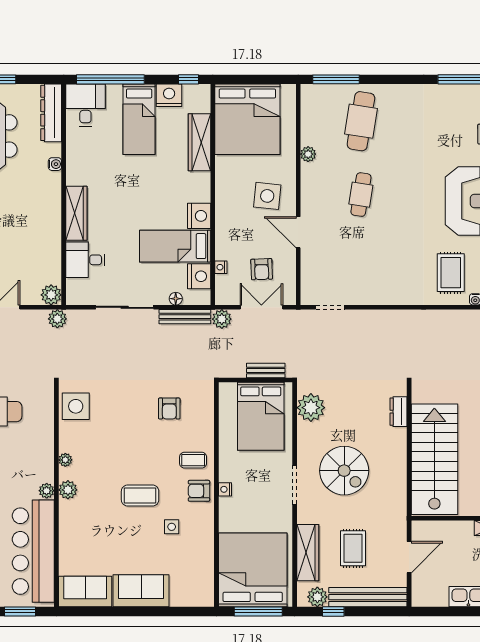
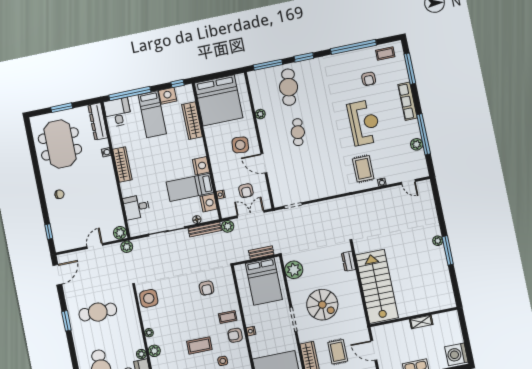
window: (394, 79) -> (304, 57), added
wardrobe: (76, 213) -> (122, 164), moved
door: (409, 557) -> (374, 350), swing flipped

